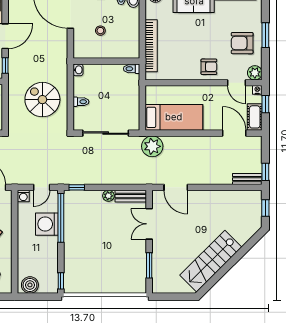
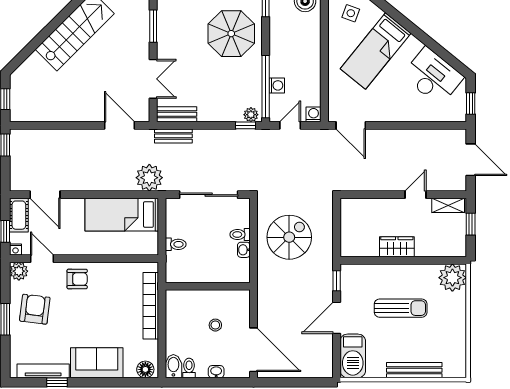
armchair: (242, 43) -> (35, 309), turned -83
armchair: (209, 67) -> (77, 279), turned 180
toilet: (132, 69) -> (176, 244), moved
washbasin: (78, 70) -> (244, 250), moved
spiral stairs: (42, 100) -> (289, 237), turned -90
bench: (247, 179) -> (173, 136), moved
plant: (108, 196) -> (251, 115), moved
washing machine: (47, 224) -> (277, 85), width x0.53, depth x0.53
parasol: (88, 259) -> (231, 34), added

